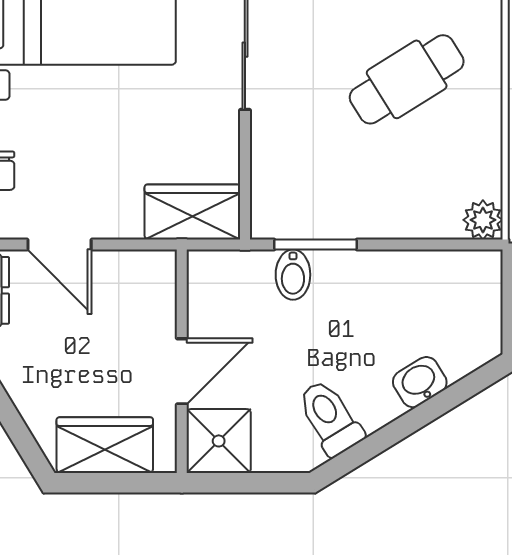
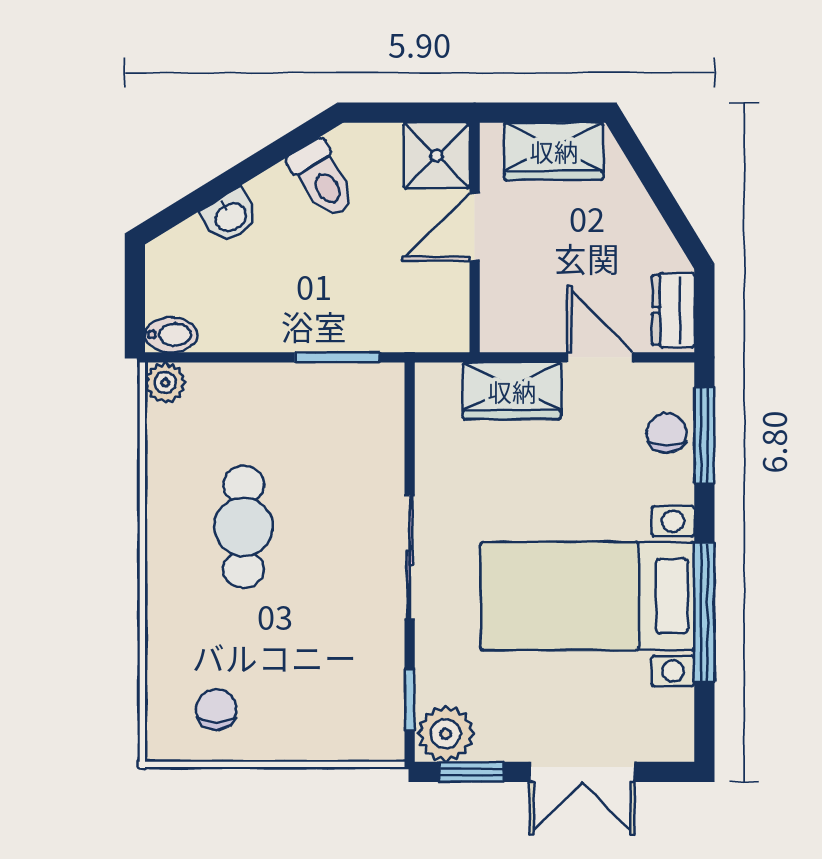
cafe table: (407, 79) -> (244, 527), turned -58
wardrobe: (192, 212) -> (512, 391), moved
bidet: (293, 275) -> (171, 335), moved, turned 90

